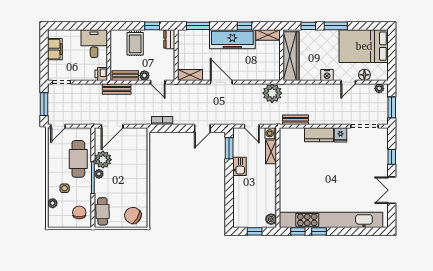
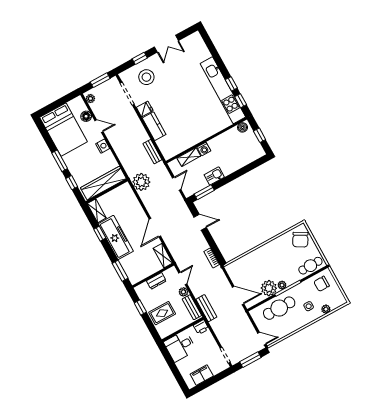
dresser: (169, 39) -> (156, 281), moved
washing machine: (271, 133) -> (204, 149), moved
stool: (370, 153) -> (146, 77), added
kitchen unit: (331, 220) -> (223, 90), width x0.73

